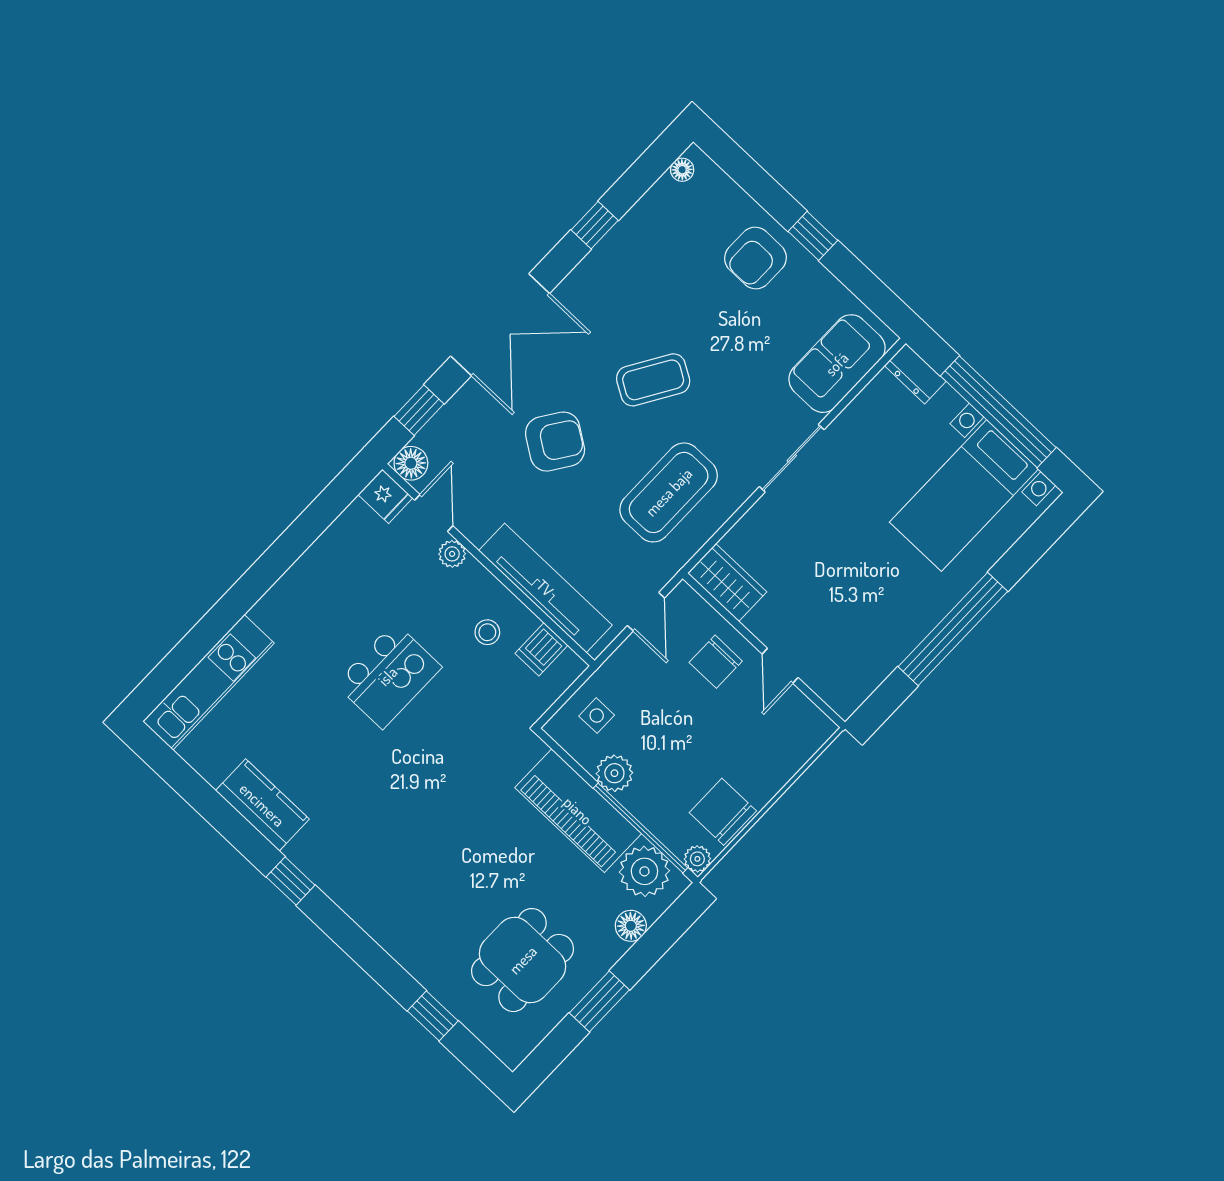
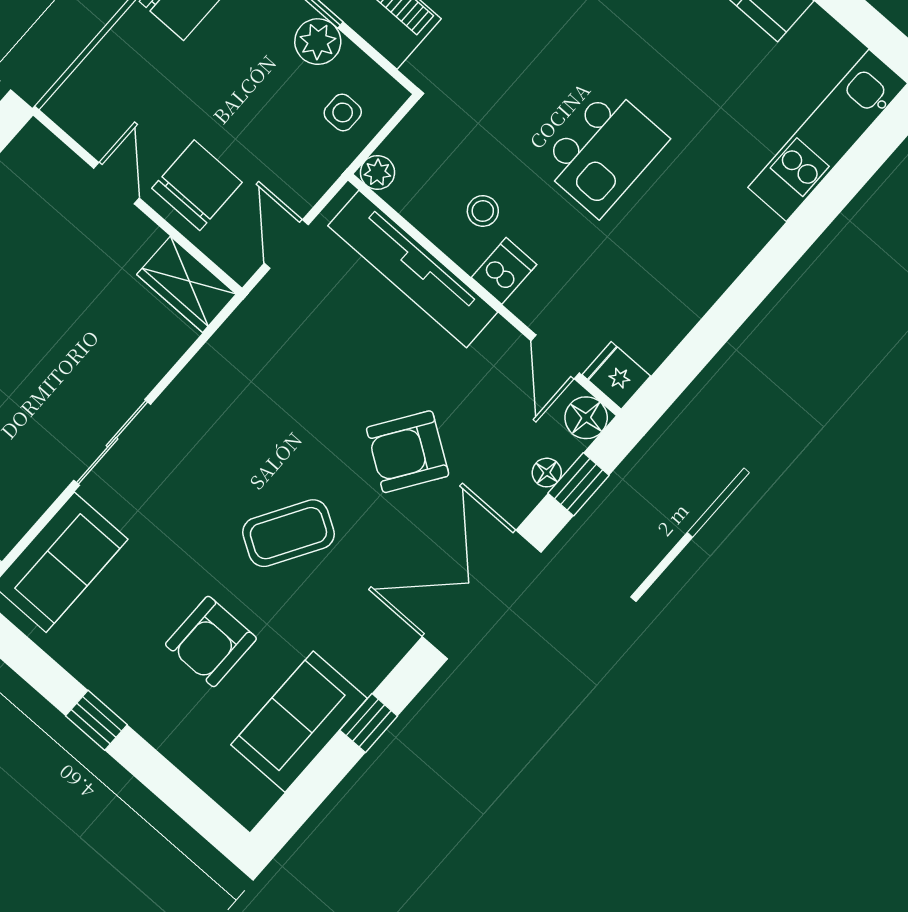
floor lamp: (682, 170) -> (547, 473), moved
sofa: (650, 228) -> (299, 722), added
armchair: (755, 258) -> (211, 641), moved, turned 180
coffee table: (669, 492) -> (264, 394), removed
plant: (452, 554) -> (377, 172), moved
dishwasher: (542, 649) -> (504, 271), moved
chair: (716, 662) -> (197, 185), width x1.37, depth x1.37
kitchen island: (388, 676) -> (604, 152), turned 180

